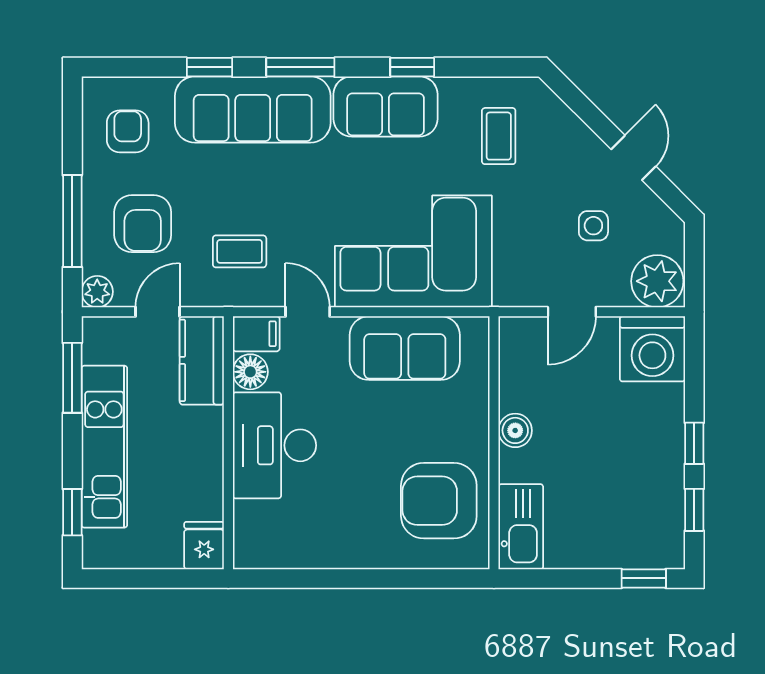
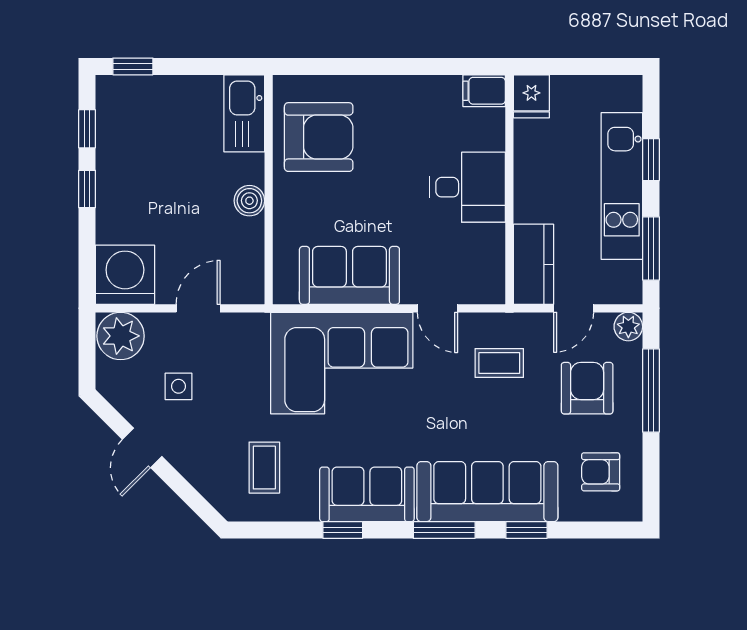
armchair: (128, 131) -> (601, 472), turned 90
filing cabinet: (256, 334) -> (484, 91), moved
floor lamp: (250, 372) -> (490, 254), removed
desk: (274, 445) -> (468, 187), width x0.73
window: (72, 512) -> (651, 160), moved

